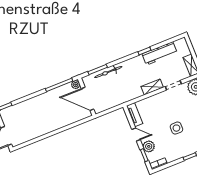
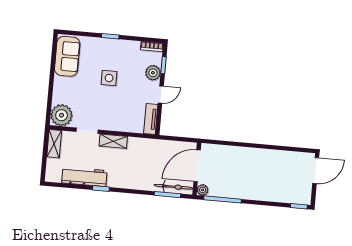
bicycle: (108, 72) -> (173, 187), moved
door: (88, 99) -> (197, 166), swing flipped
door: (136, 134) -> (161, 95), swing flipped

